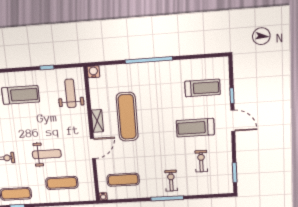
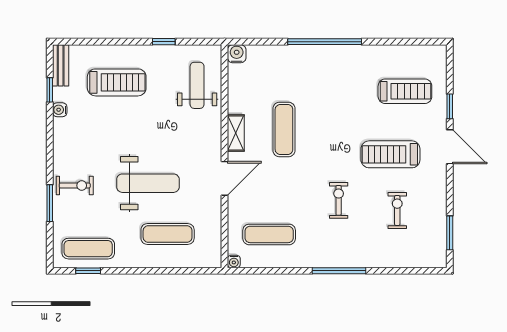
exercise mat: (127, 117) -> (284, 129), width x0.73, depth x0.69
weight bench: (47, 154) -> (148, 183), width x1.36, depth x1.33
exercise bike: (171, 181) -> (339, 200), moved

